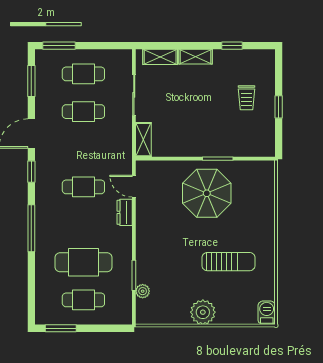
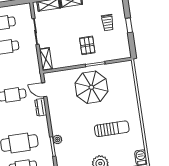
pallet: (210, 128) -> (87, 45), added
plant: (143, 291) -> (57, 139), moved

